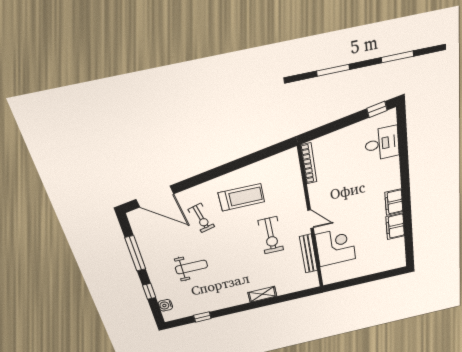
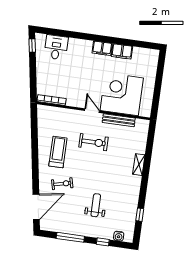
door: (311, 219) -> (92, 111), hinge flipped
corner desk: (336, 247) -> (122, 94), width x1.36, depth x1.36

